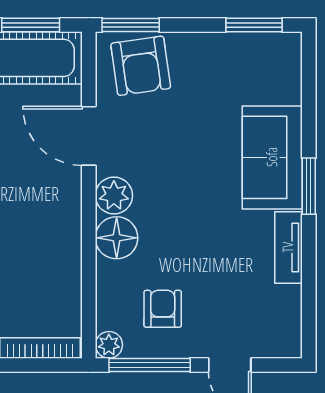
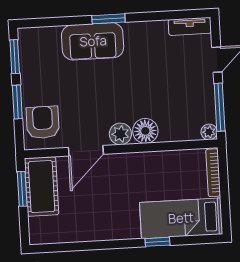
window: (131, 25) -> (17, 102), moved
armchair: (141, 66) -> (43, 122), turned -82
tv unit: (288, 247) -> (190, 26), moved
armchair: (163, 309) -> (186, 101), removed

